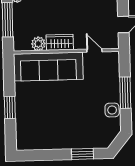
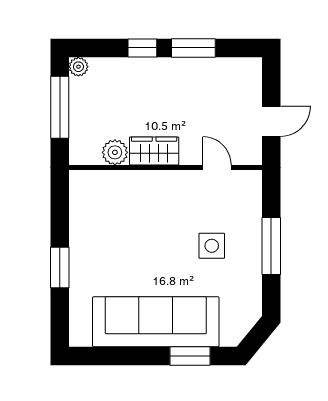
sofa: (48, 67) -> (156, 322), moved, turned 180
side table: (112, 110) -> (212, 246), moved

